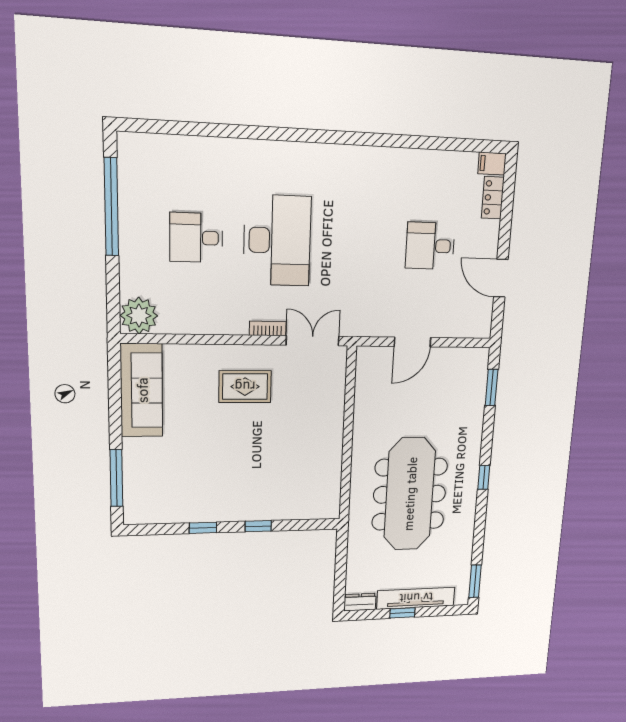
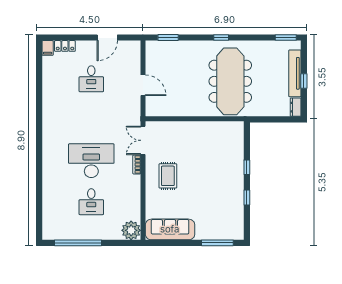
meeting table: (410, 494) -> (230, 81), turned 90

